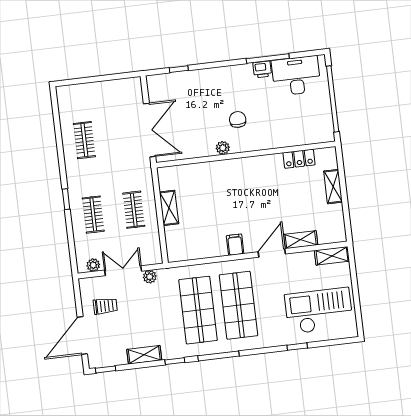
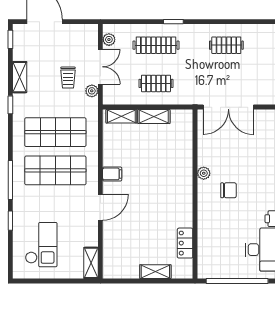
clothes rail: (93, 215) -> (156, 45), width x1.36
shelving: (301, 240) -> (121, 116), moved, turned 90
door: (272, 253) -> (100, 207), hinge flipped
trolley: (105, 306) -> (68, 78), moved
checkout: (319, 311) -> (41, 245), width x0.73, depth x0.83
window: (218, 356) -> (10, 180), moved

